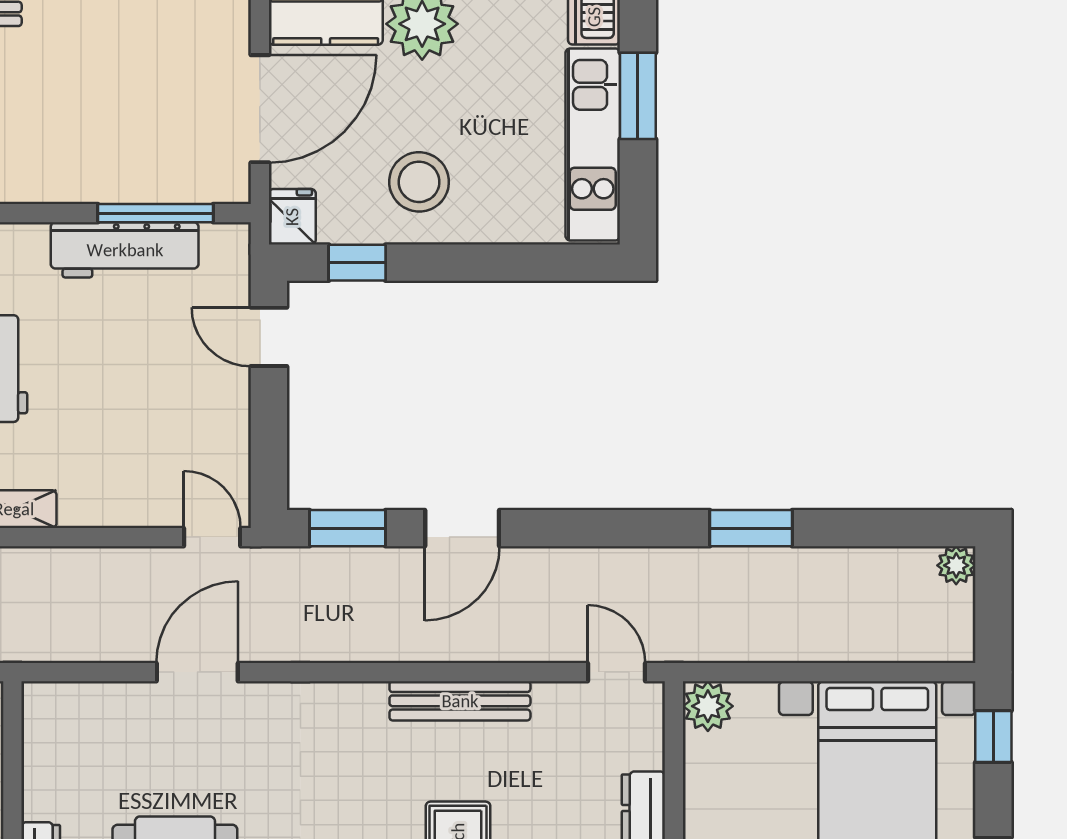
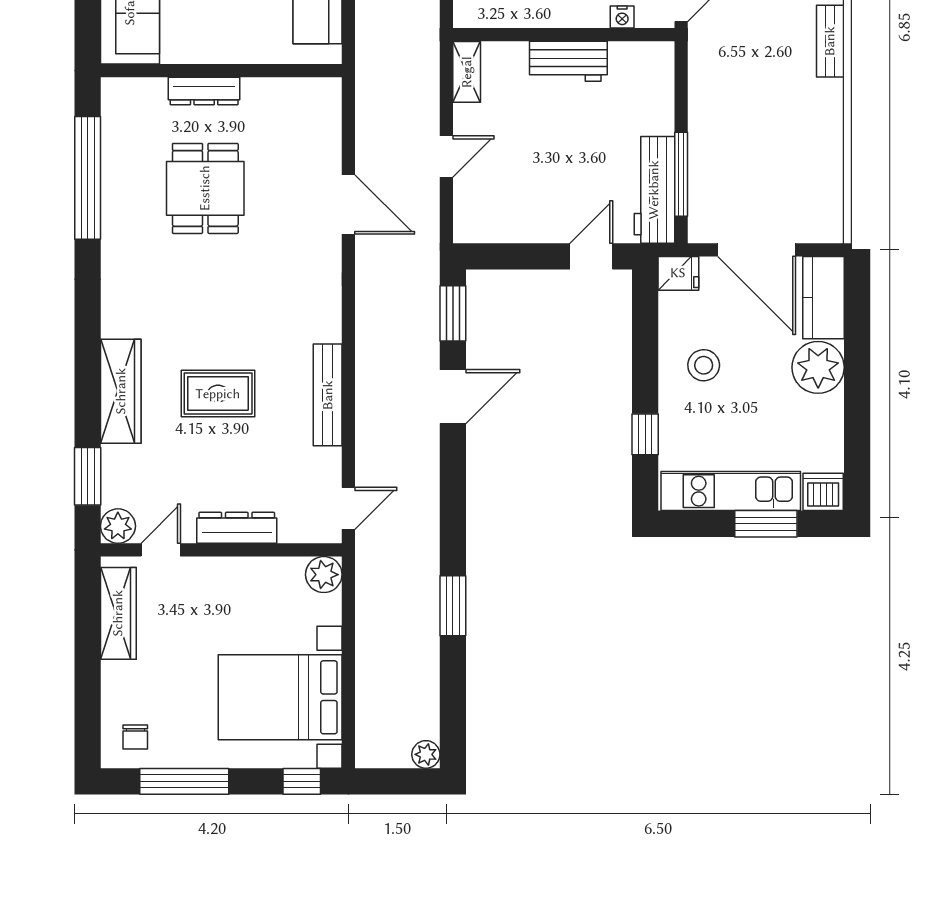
stool: (419, 182) -> (704, 365), width x0.73, depth x0.73
workbench: (125, 250) -> (654, 190), moved
window: (357, 263) -> (645, 434), moved
door: (462, 528) -> (453, 397), swing flipped
door: (212, 537) -> (446, 157), moved

